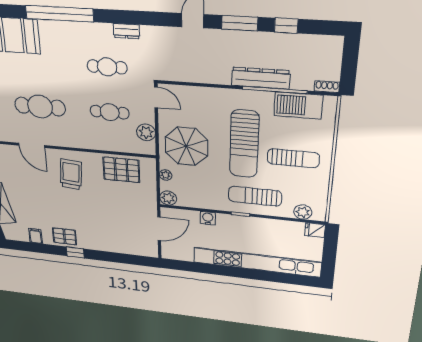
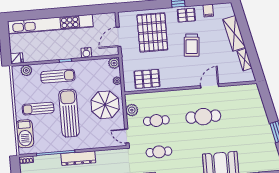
dresser: (261, 78) -> (78, 158), moved
barbecue: (298, 105) -> (25, 134), moved, turned 90
door: (32, 145) -> (210, 86), hinge flipped
trolley: (71, 174) -> (192, 45), moved
pallet: (111, 225) -> (152, 32), added

